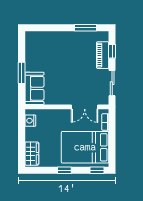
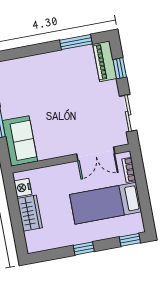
piano: (103, 55) -> (105, 61), moved
bed: (85, 147) -> (106, 203), width x0.67
wardrobe: (32, 154) -> (30, 213), moved

